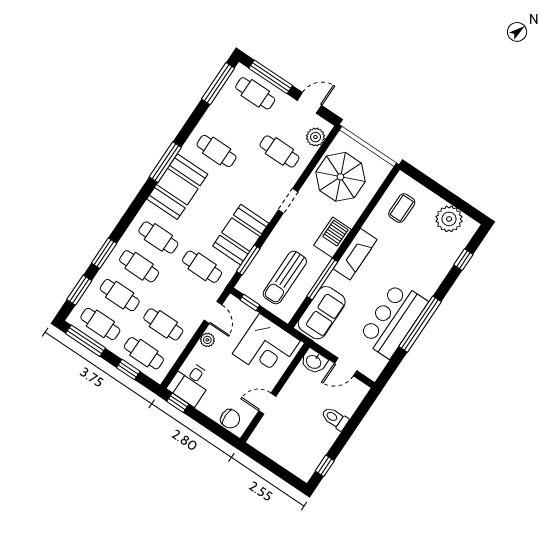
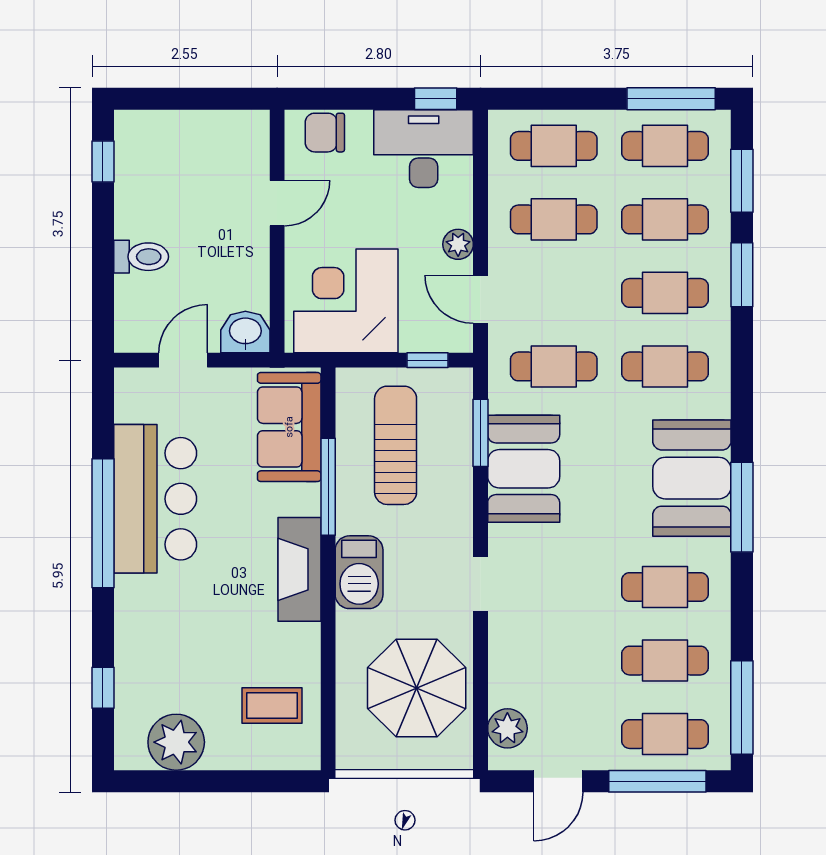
cafe table: (279, 151) -> (665, 661), moved
coffee table: (402, 208) -> (272, 705), turned 90
window: (128, 370) -> (562, 99), removed
desk: (190, 383) -> (424, 149), width x1.37

